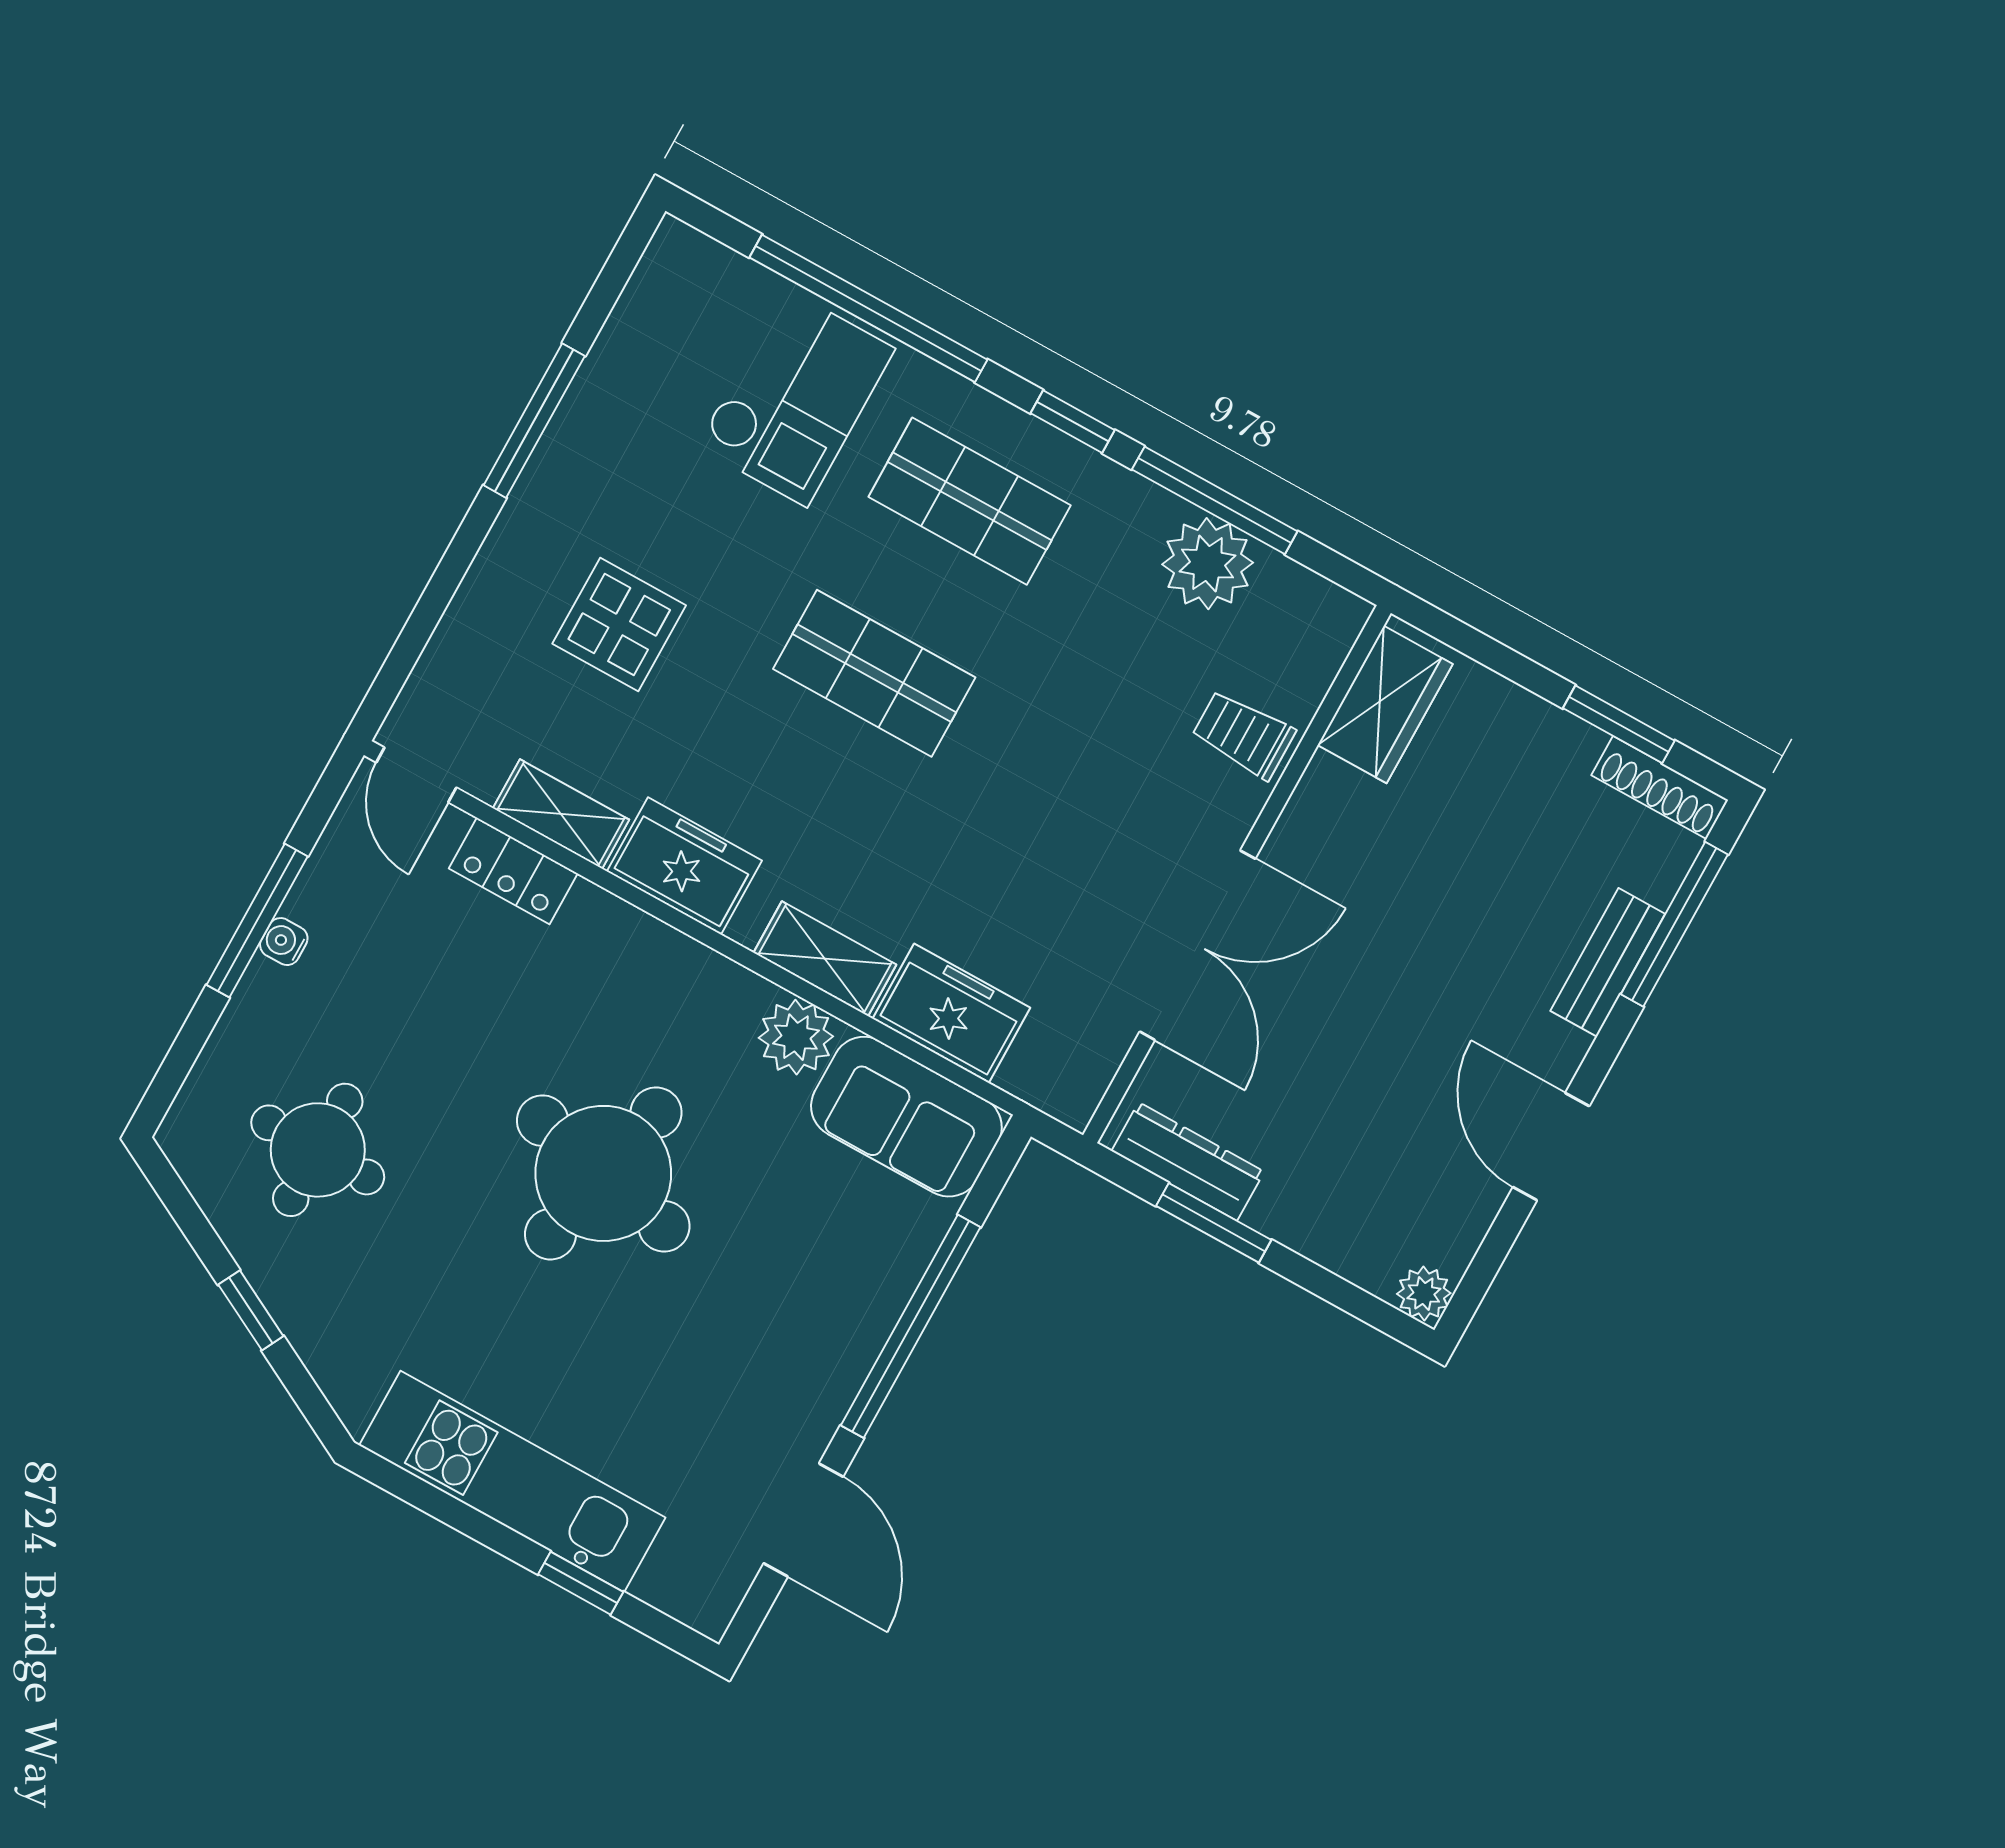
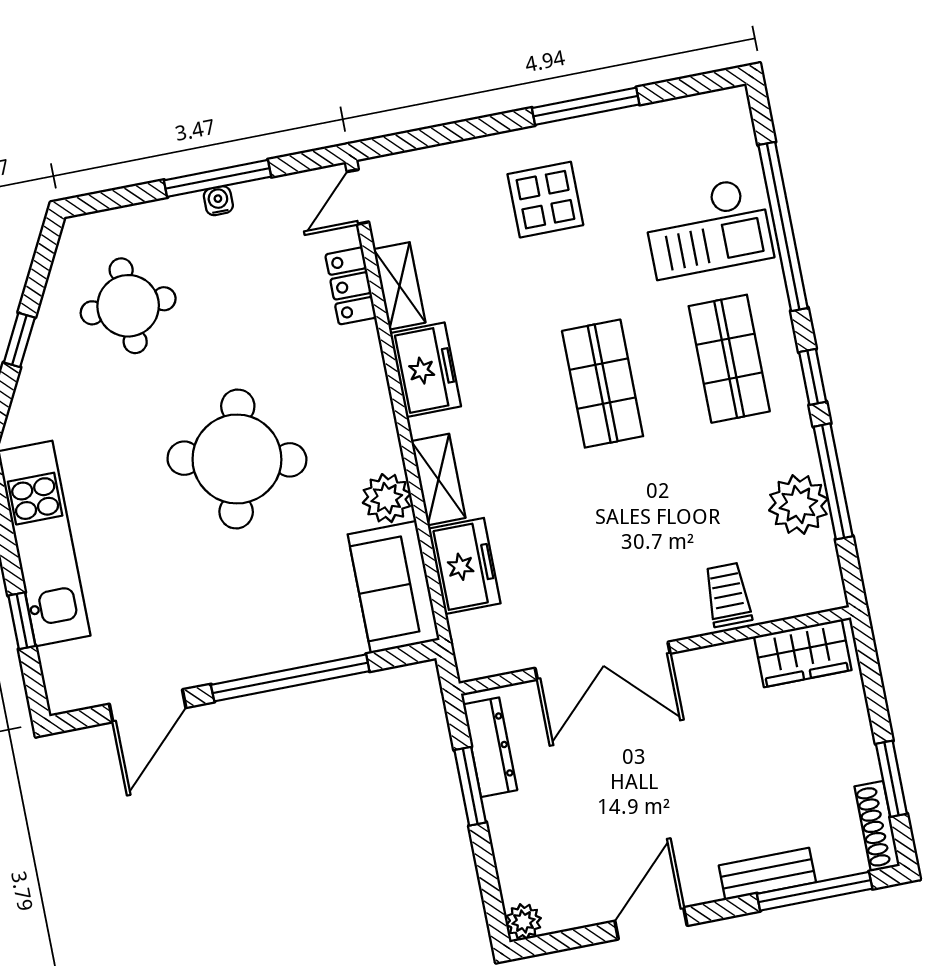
display table: (619, 625) -> (545, 200), moved

